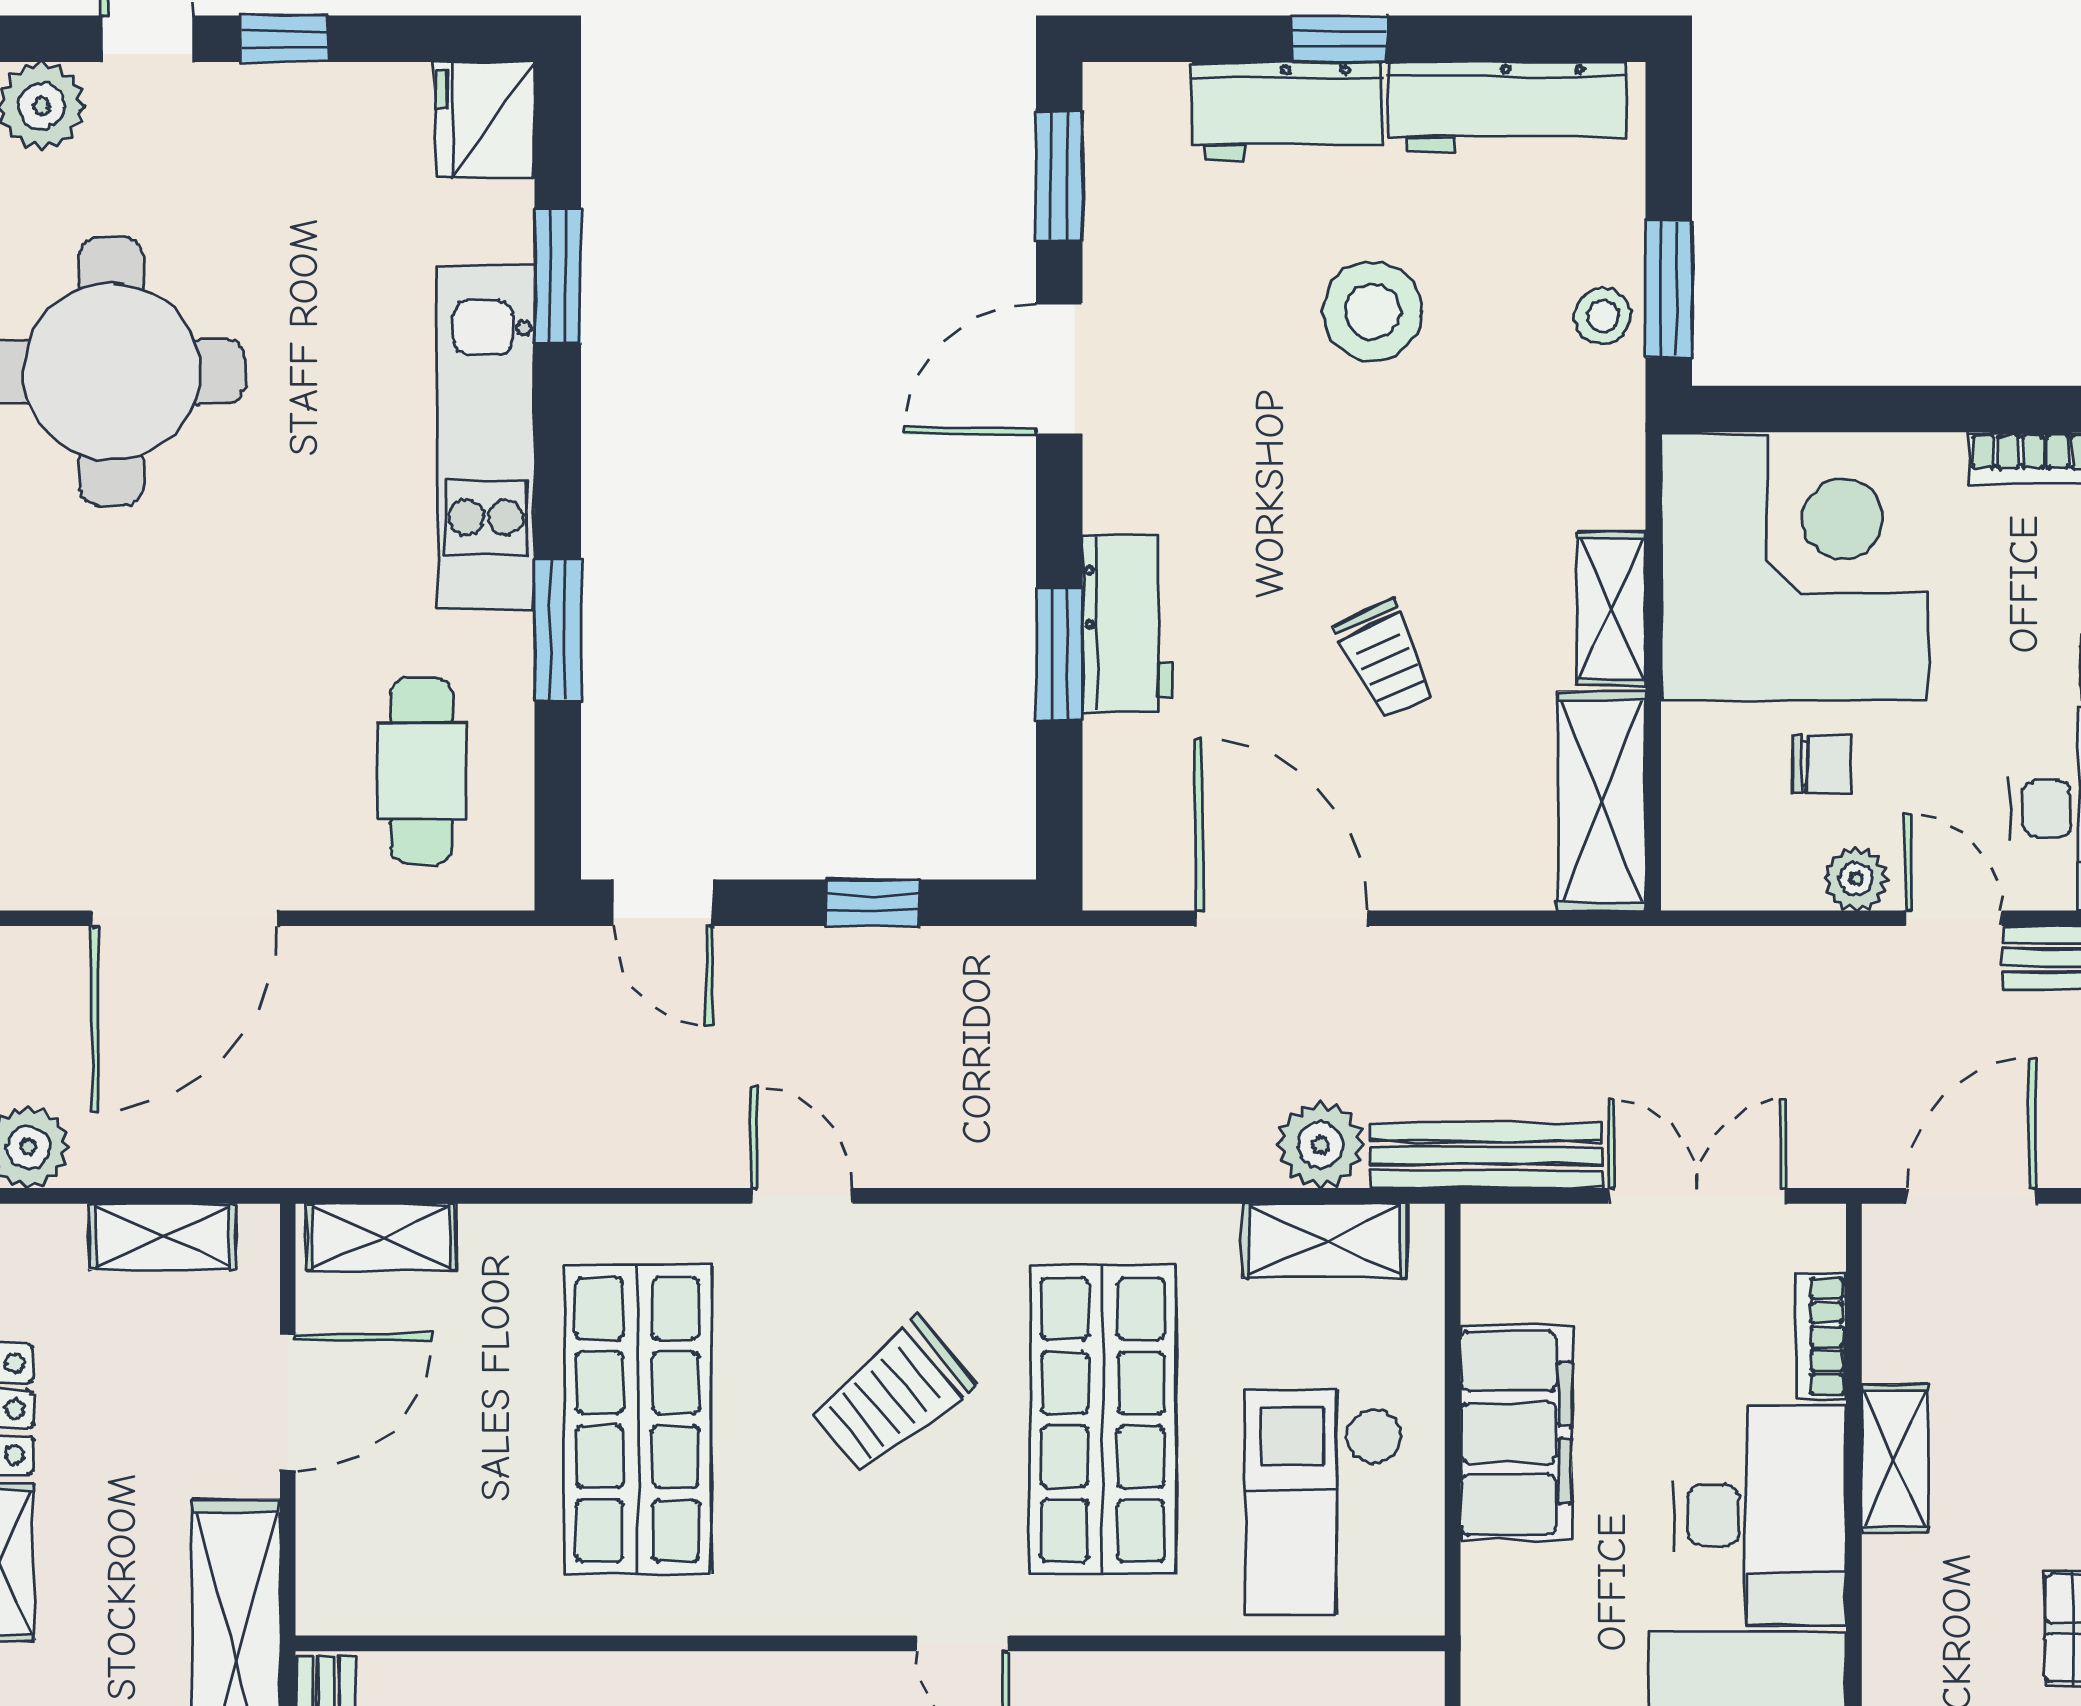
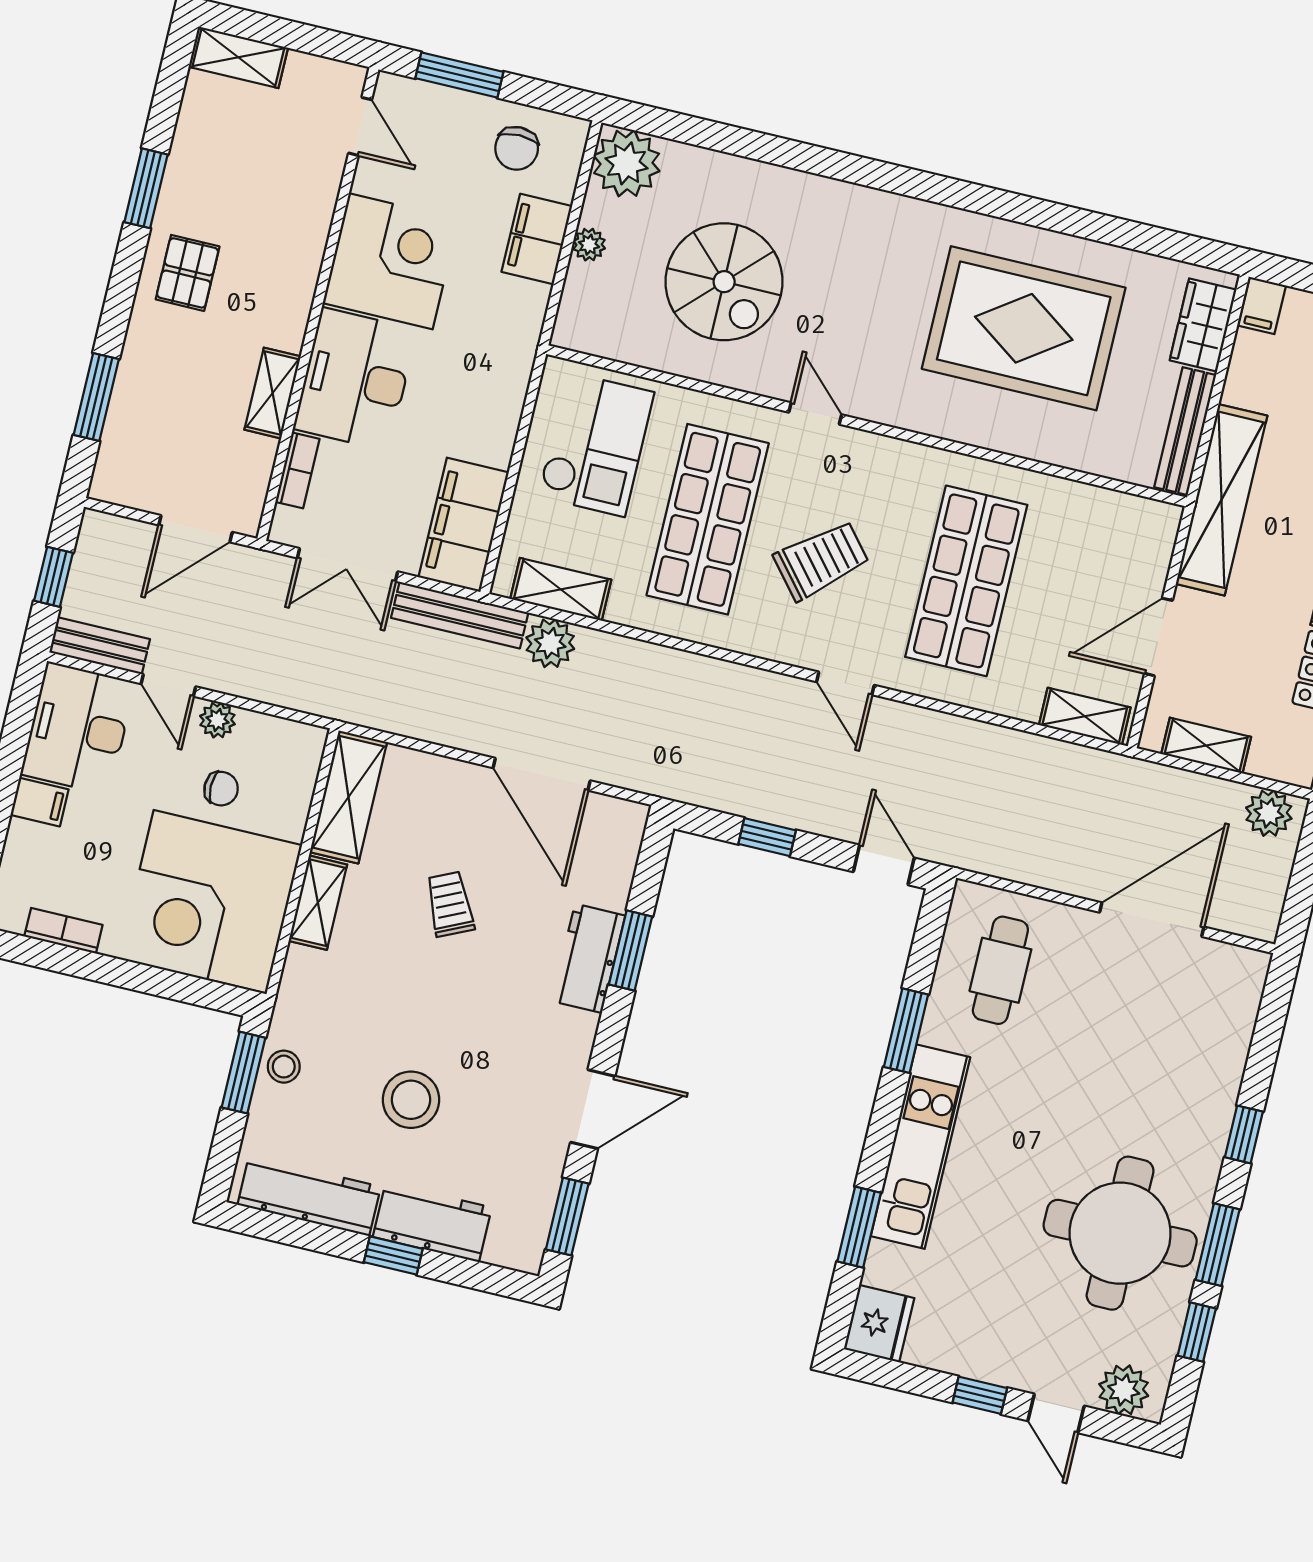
chair: (1822, 764) -> (221, 789), turned 180
filing cabinet: (1516, 1433) -> (464, 525), moved

